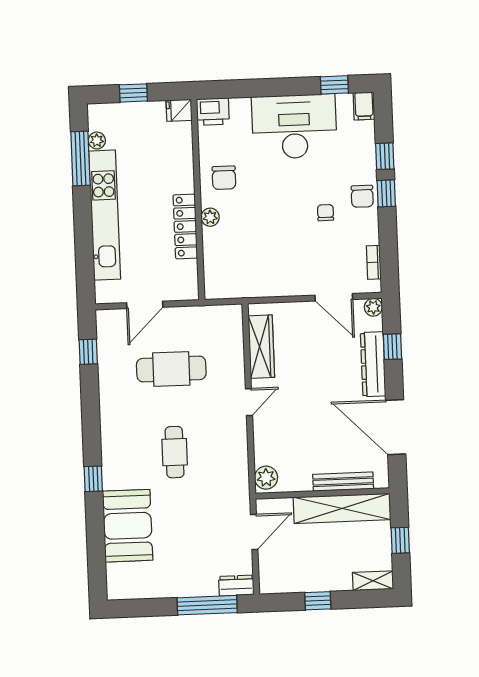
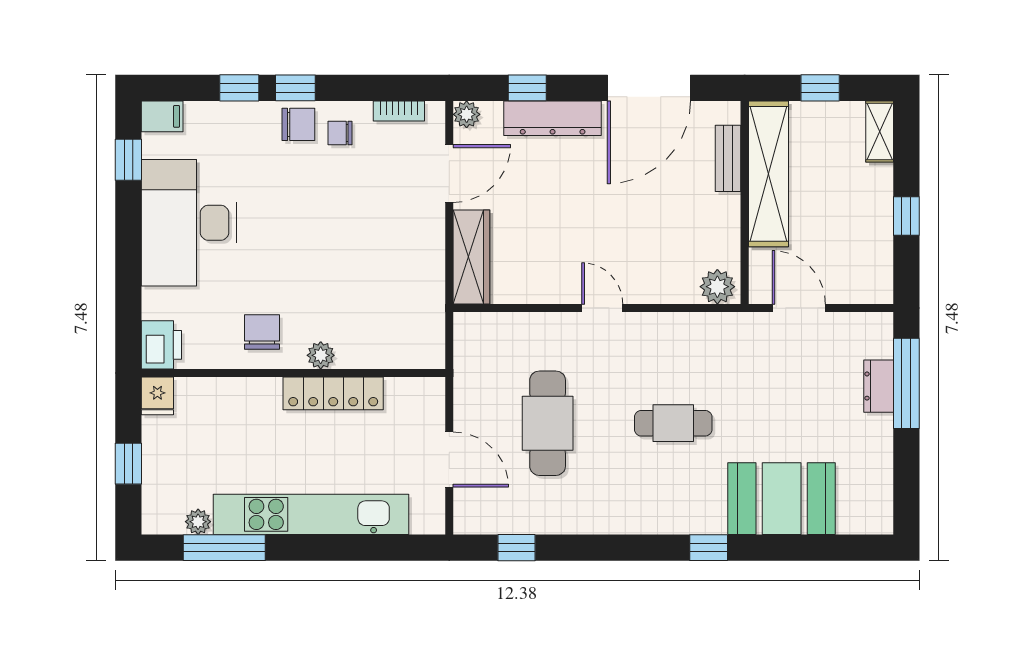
chair: (224, 178) -> (262, 332), turned -90
chair: (326, 213) -> (340, 133), moved
wardrobe: (261, 347) -> (471, 257), moved, turned 90
bench: (343, 482) -> (728, 158), width x0.73
dresser: (236, 586) -> (879, 386), moved

